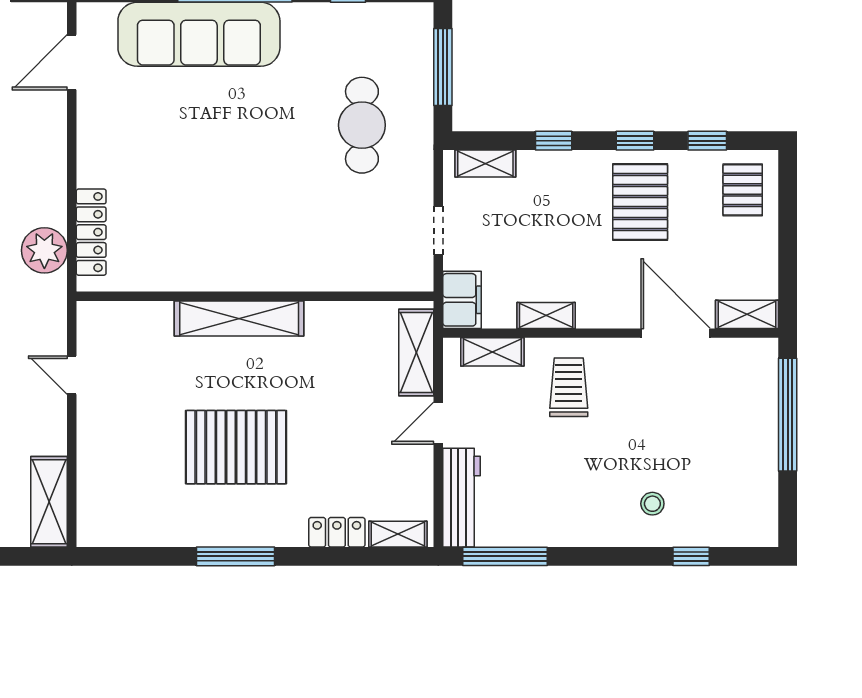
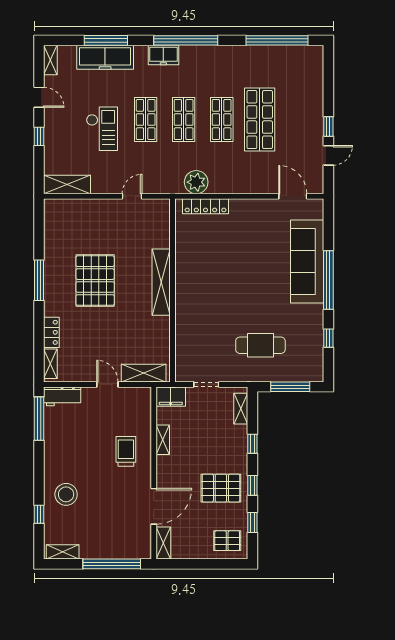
shelving: (492, 352) -> (63, 552), moved, turned 90
trolley: (569, 387) -> (126, 451), turned -90
workbench: (461, 498) -> (62, 396), width x0.73
stool: (652, 504) -> (66, 494), width x1.89, depth x1.89

